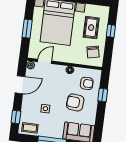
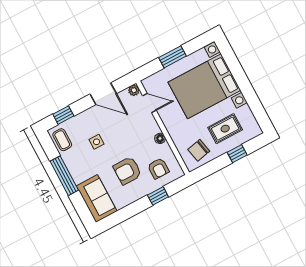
armchair: (75, 102) -> (127, 171), turned -95

